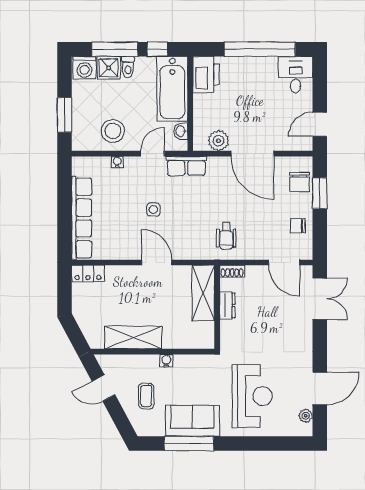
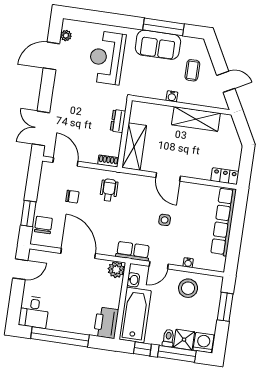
plant: (219, 141) -> (116, 270), moved
chair: (298, 225) -> (72, 197), moved
dresser: (227, 305) -> (118, 121), moved

